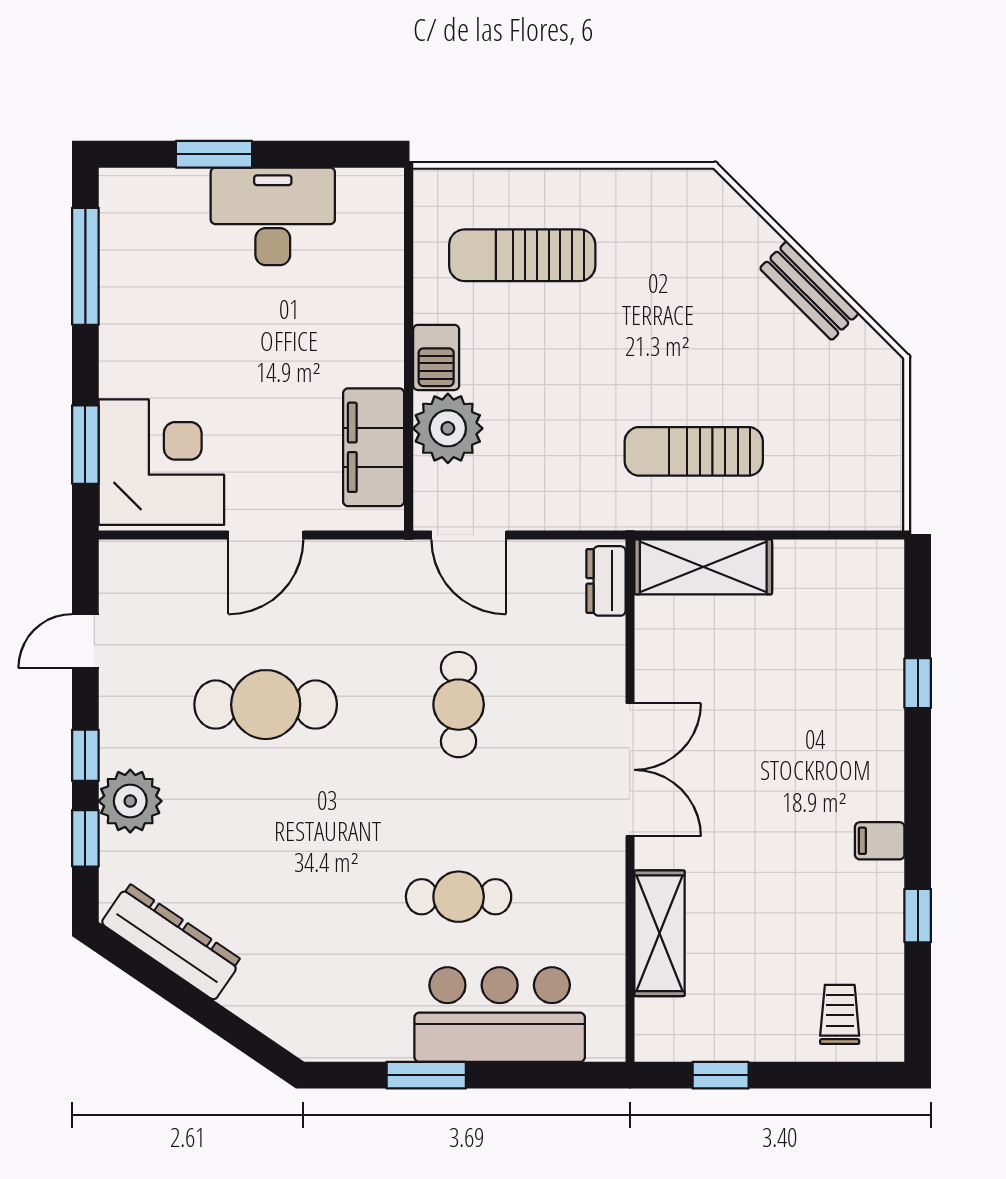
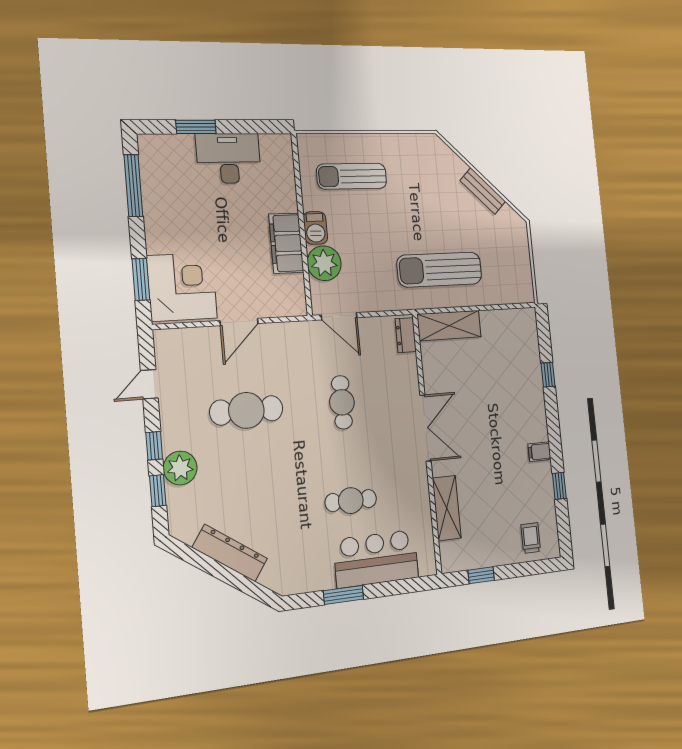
filing cabinet: (374, 447) -> (286, 243), moved
sun lounger: (694, 451) -> (439, 270), width x1.36, depth x1.34
dresser: (171, 942) -> (230, 553), moved

